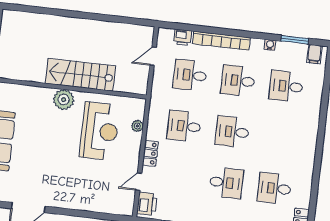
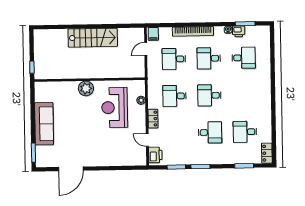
printer: (183, 37) -> (239, 31), moved
filing cabinet: (314, 54) -> (153, 34), moved
stairs: (80, 75) -> (93, 38), moved, turned 180
desk: (286, 86) -> (244, 58), turned 180
reception desk: (99, 131) -> (115, 108), turned 180
door: (139, 182) -> (147, 140), hinge flipped

